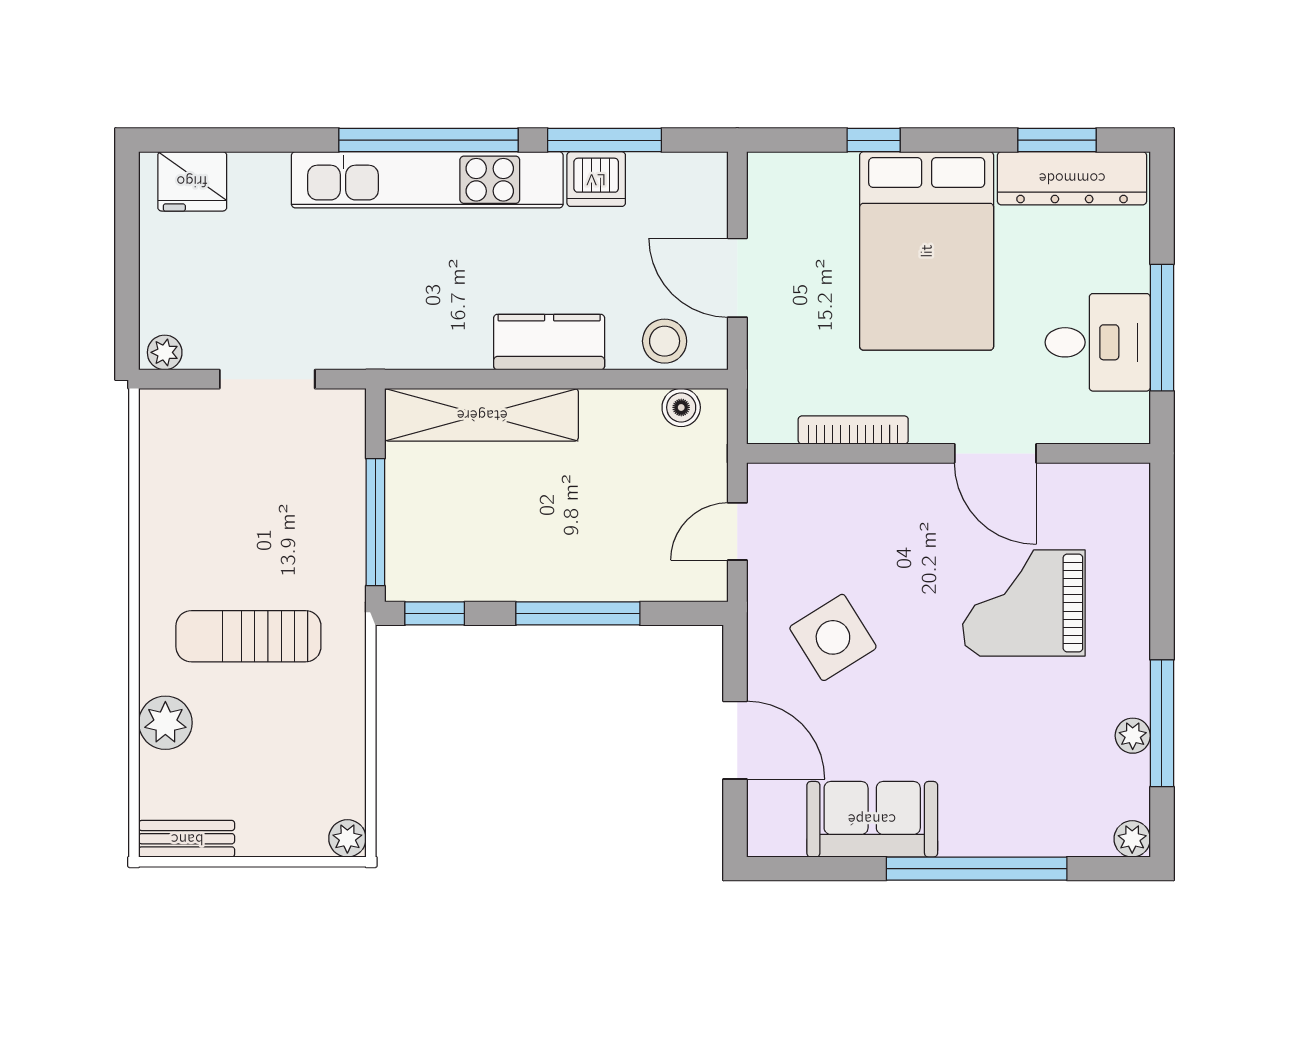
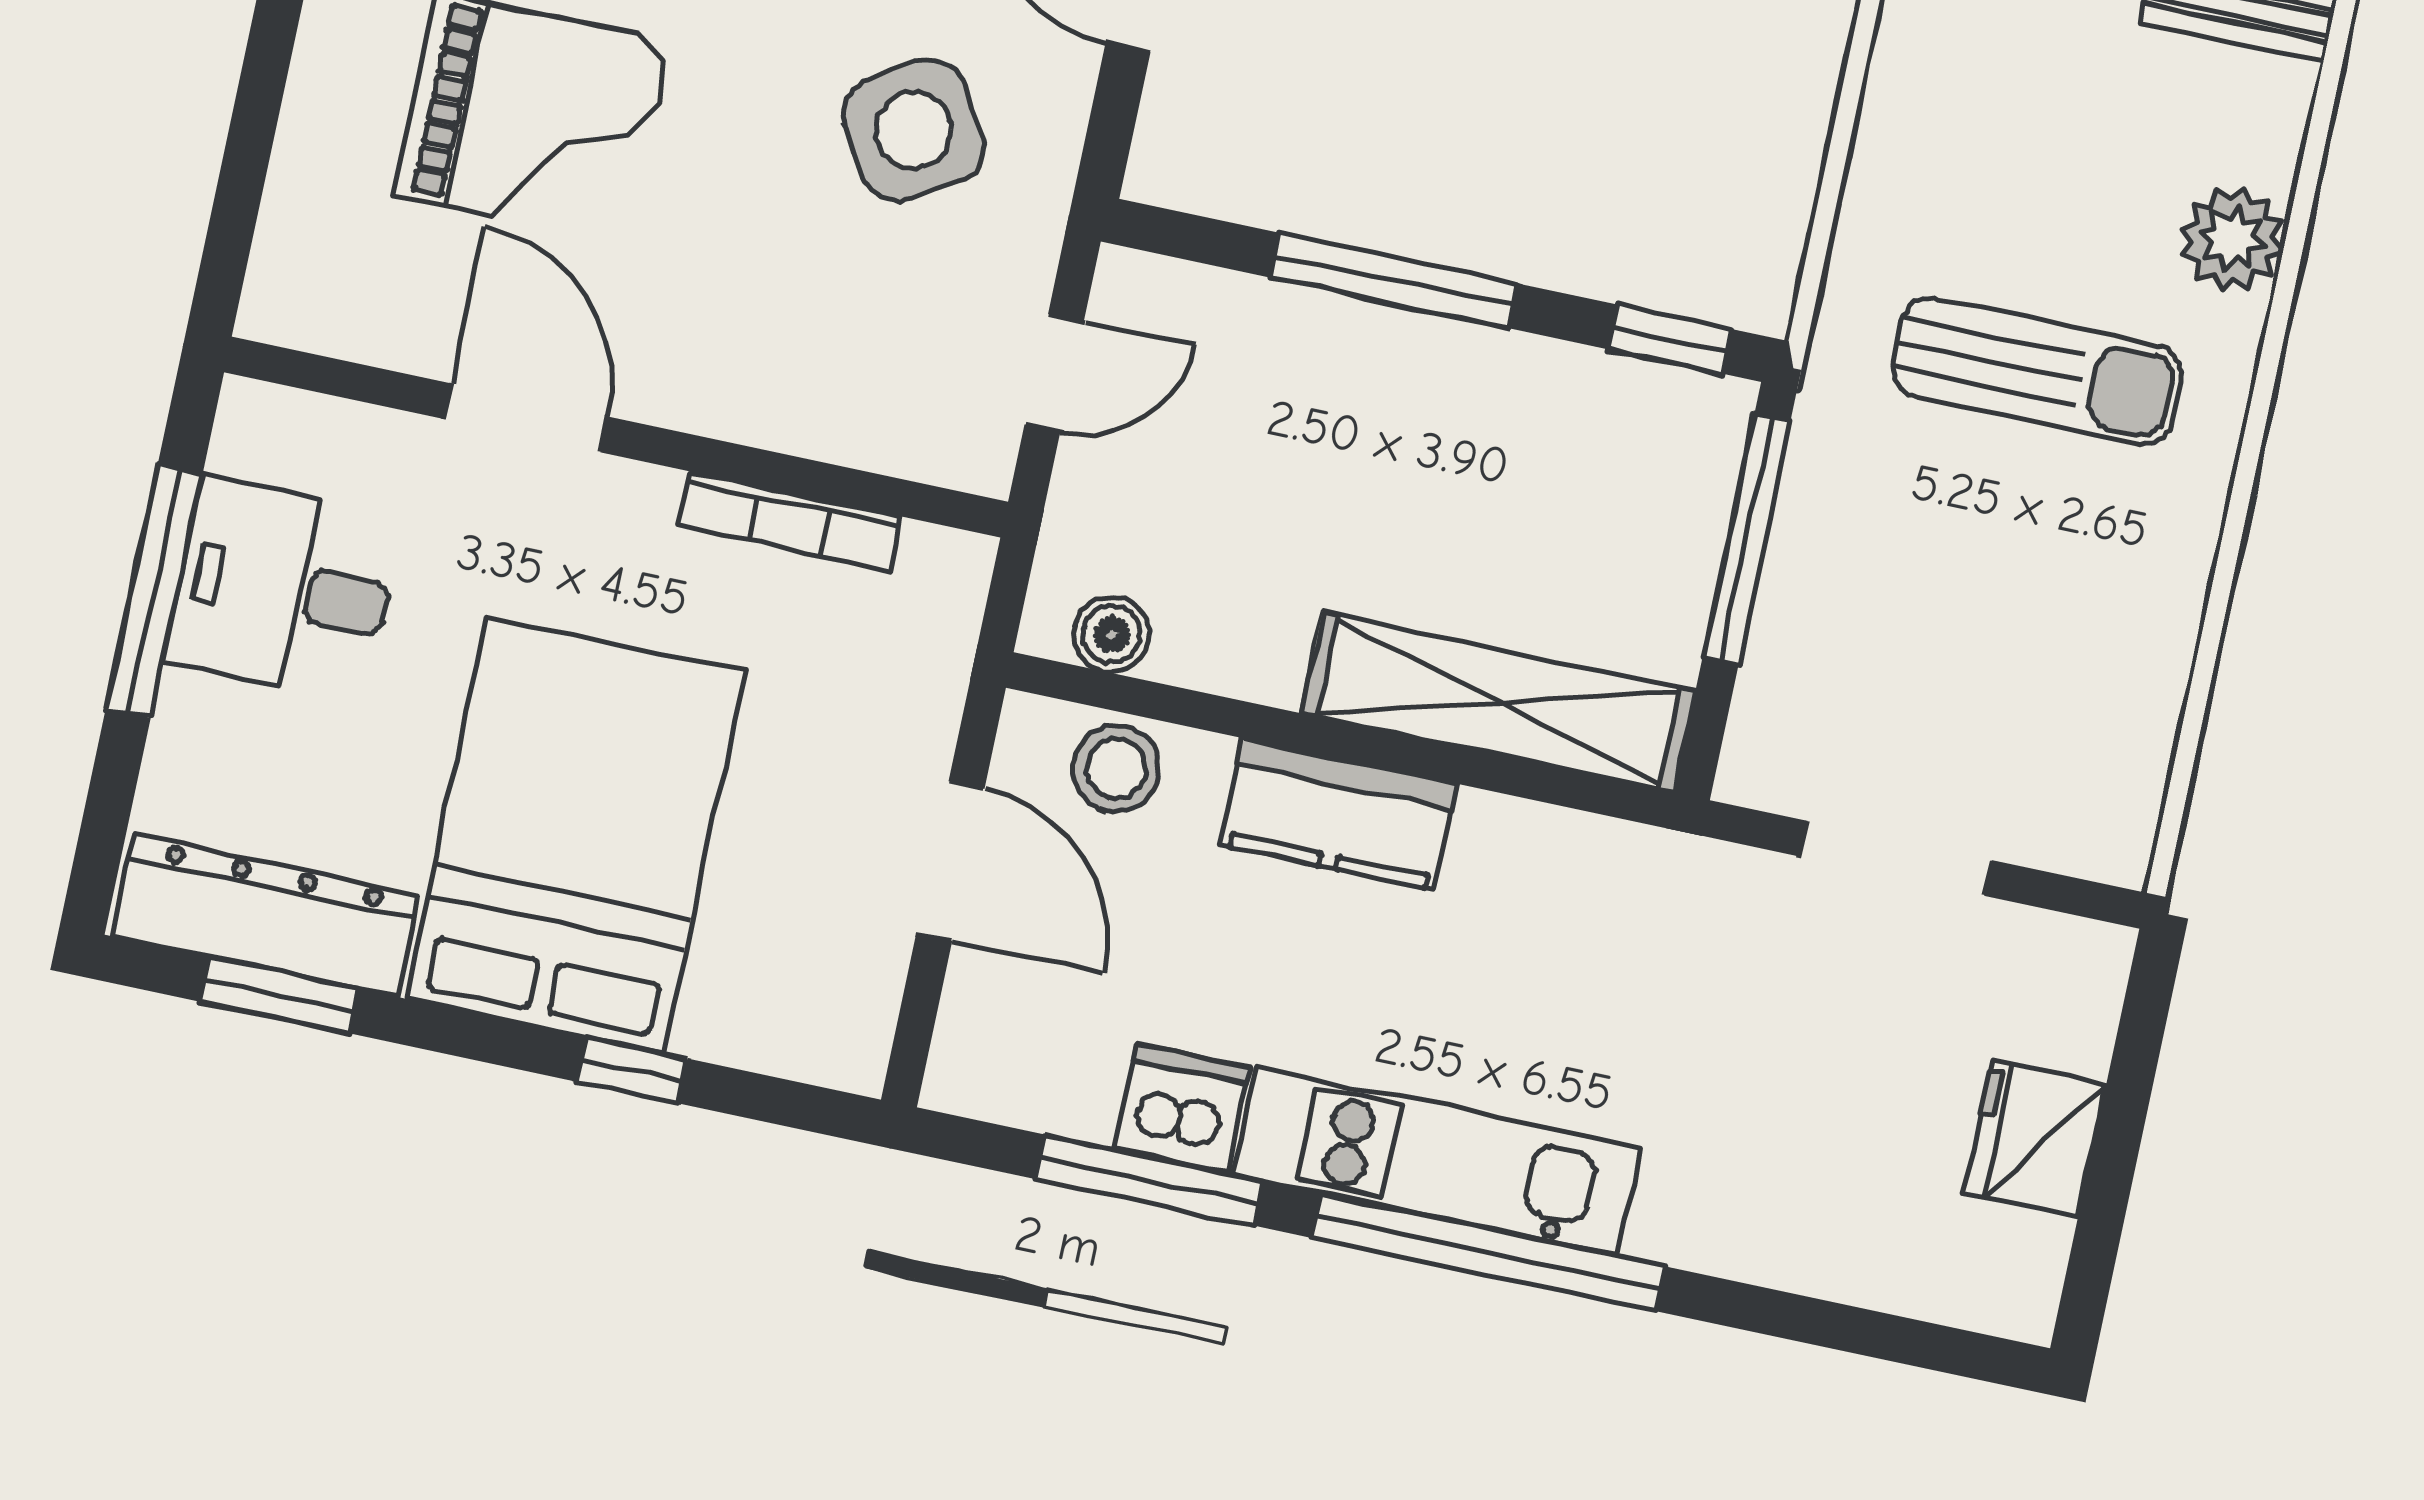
kitchen unit: (427, 180) -> (1437, 1161), width x0.73
fridge: (192, 181) -> (2035, 1139), moved, turned -90
plant: (165, 352) -> (2082, 951), removed

